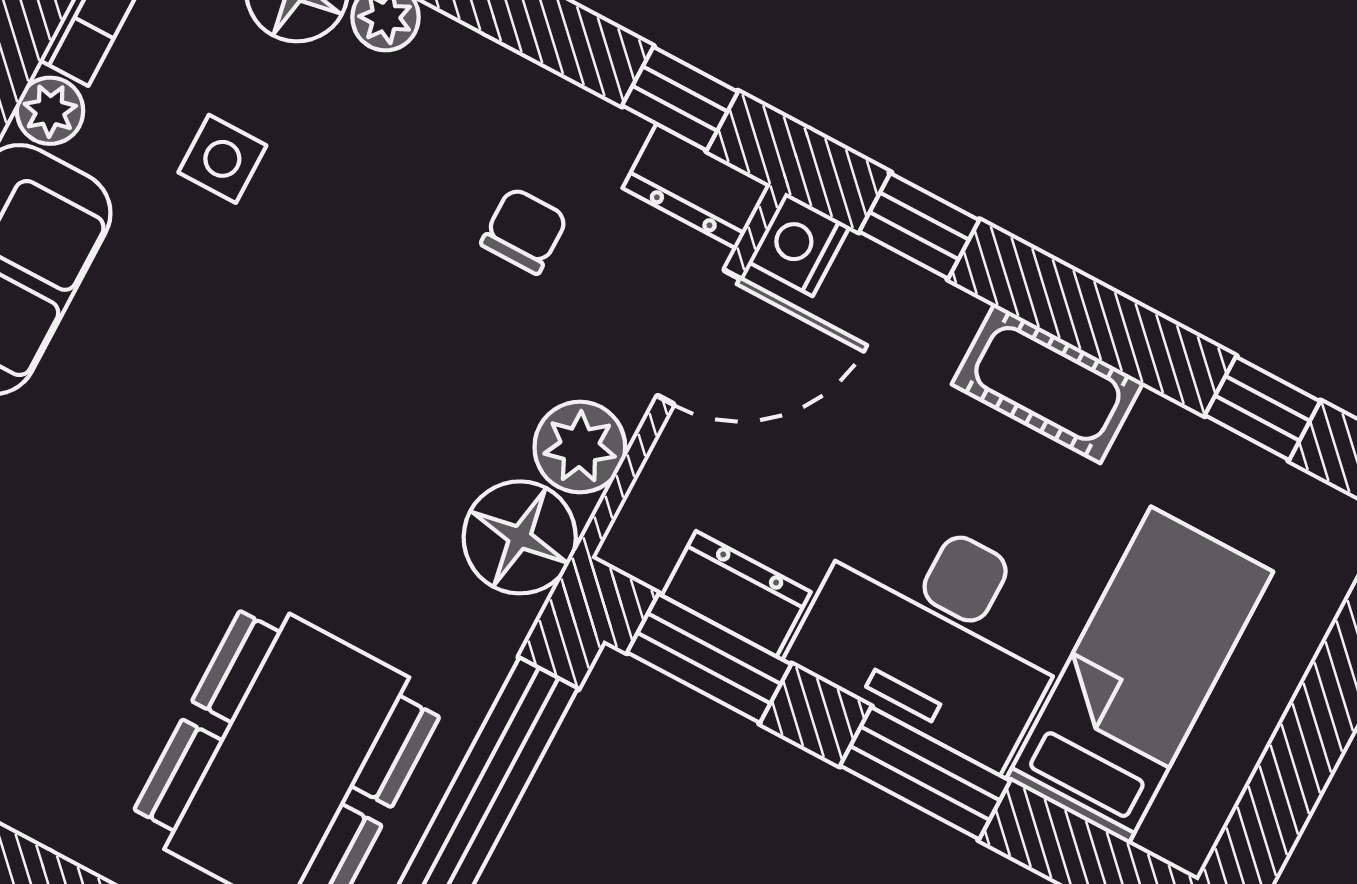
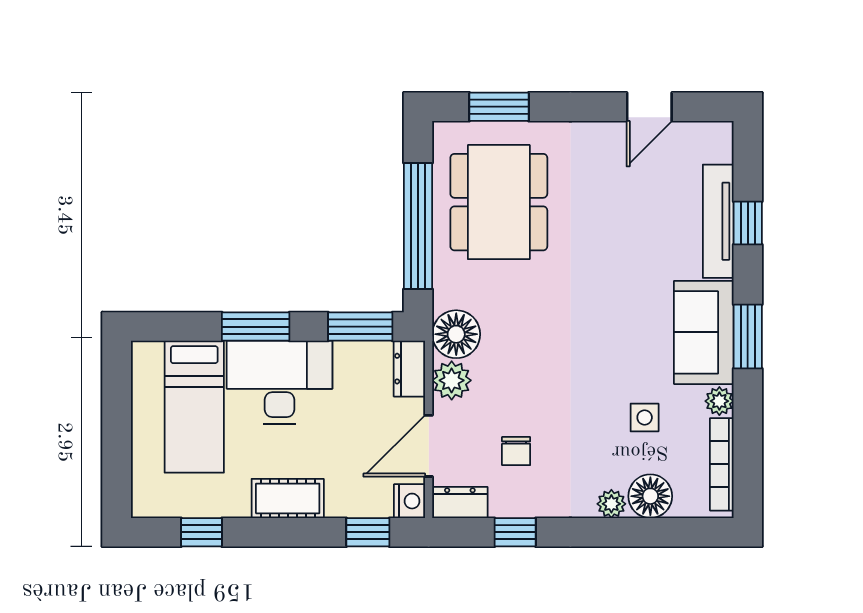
window: (680, 99) -> (515, 532), moved
dresser: (736, 594) -> (409, 369), moved, turned 90

